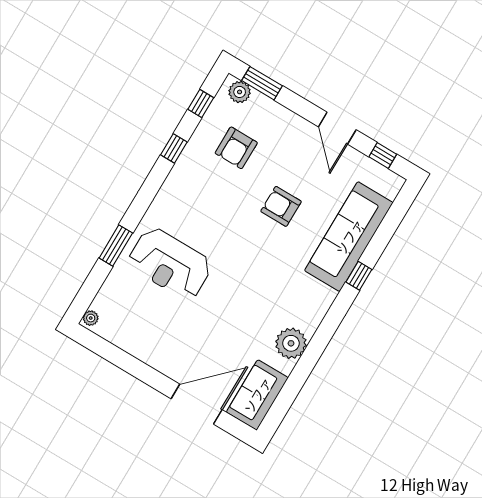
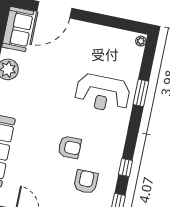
armchair: (281, 206) -> (70, 147), moved
reception desk: (170, 264) -> (102, 93), turned 180

